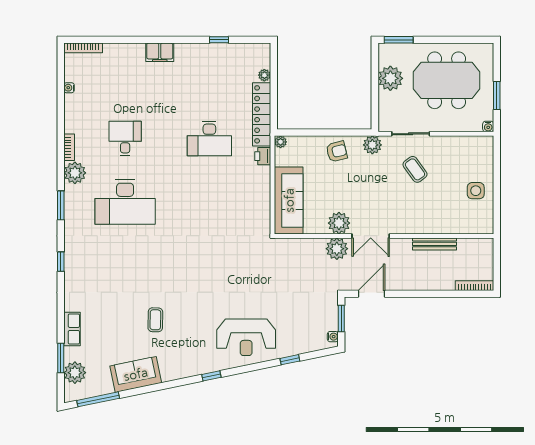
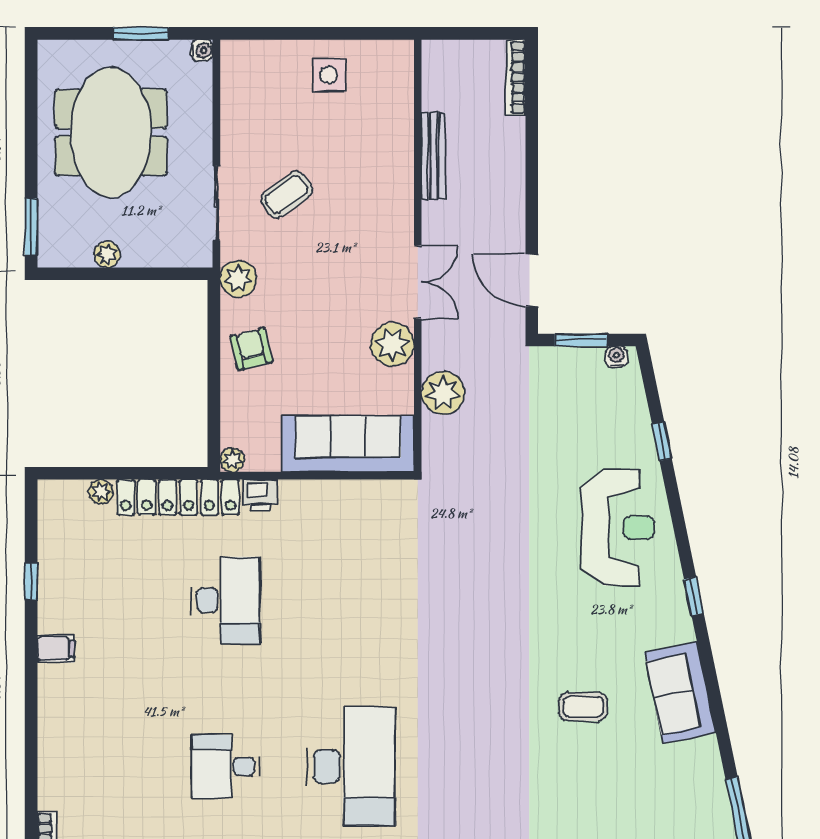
filing cabinet: (160, 52) -> (56, 649), moved, width x0.50
plant: (390, 78) -> (107, 254), width x0.53, depth x0.53
plant: (337, 249) -> (443, 393), moved
sofa: (136, 374) -> (680, 693), moved

